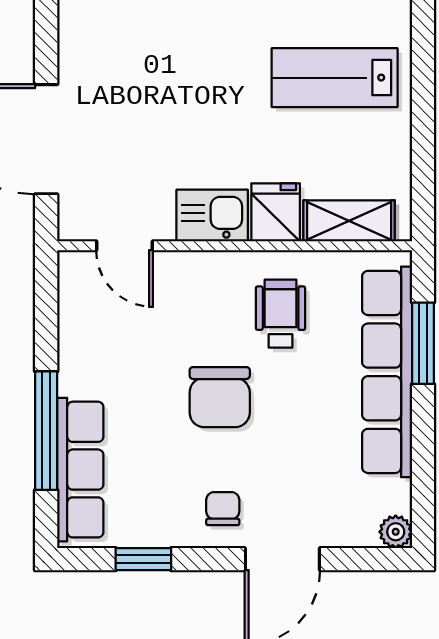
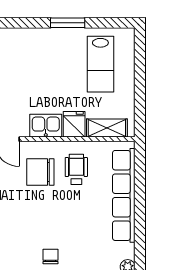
lab bench: (335, 78) -> (100, 64), turned -90
window: (423, 343) -> (140, 183), removed
chair: (220, 397) -> (40, 172), moved, turned 90

